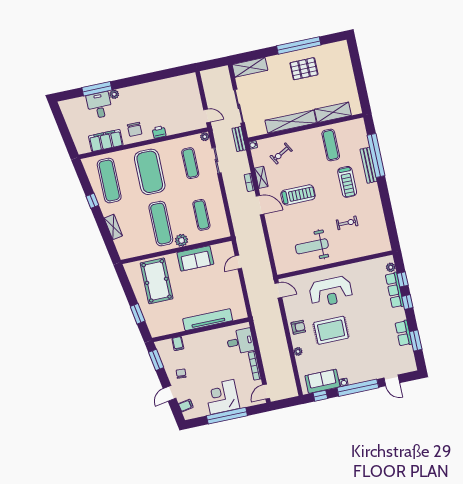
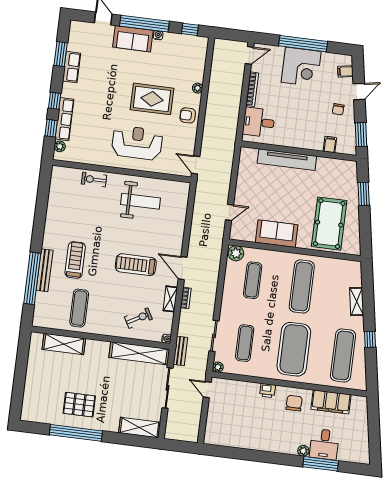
shelving: (291, 122) -> (139, 353), moved
exercise bike: (347, 223) -> (94, 180), moved
plant: (181, 240) -> (236, 253), moved
sofa: (322, 381) -> (133, 39), moved

